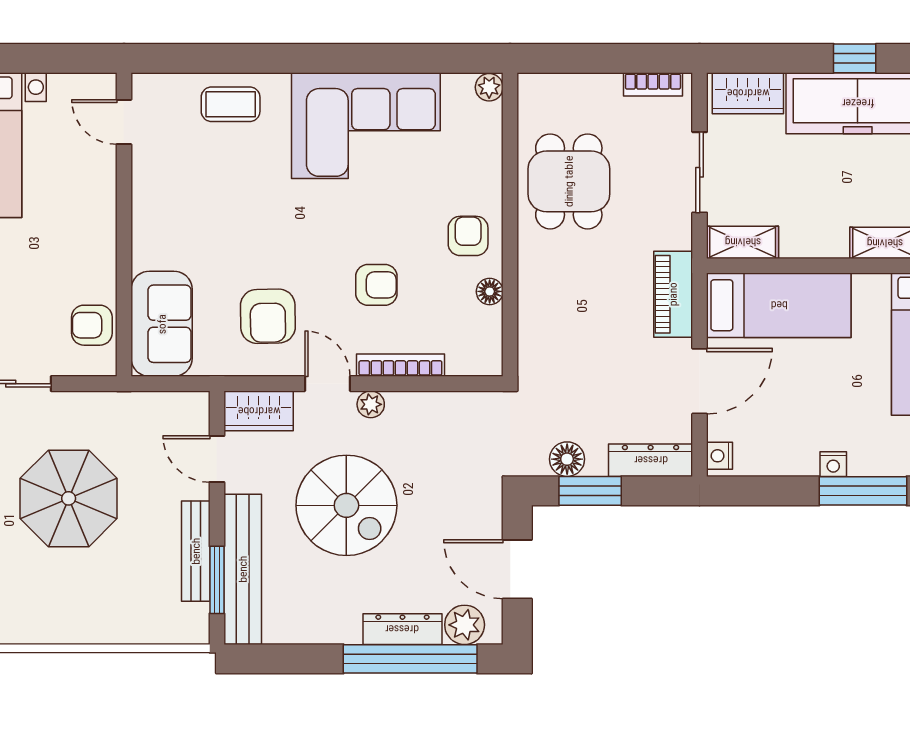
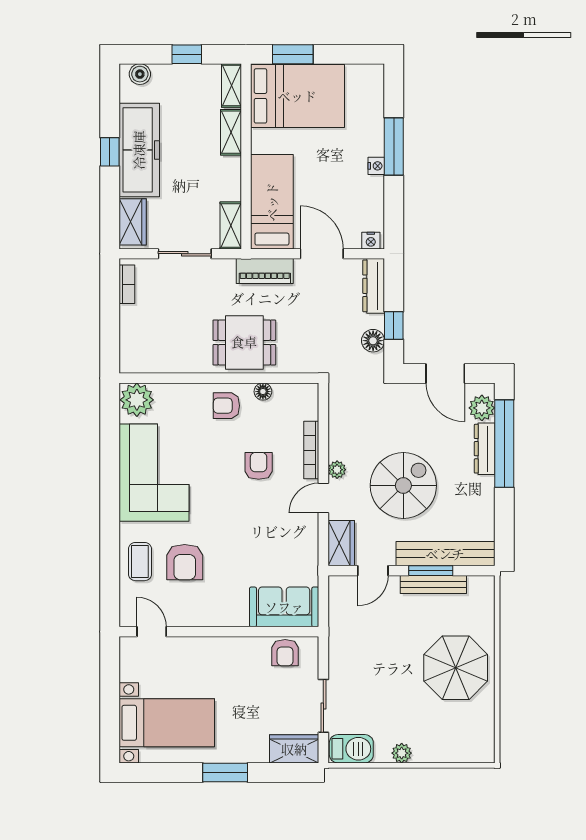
plant: (489, 87) -> (137, 400), width x1.88, depth x1.88
door: (124, 122) -> (152, 632), swing flipped
dining table: (569, 181) -> (244, 342), moved
armchair: (268, 316) -> (185, 562), moved, turned 91
window: (590, 491) -> (394, 326), width x0.67
parasol: (69, 498) -> (456, 668), moved
door: (517, 569) -> (445, 373), hinge flipped
window: (217, 580) -> (431, 571), moved

